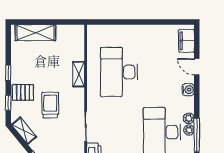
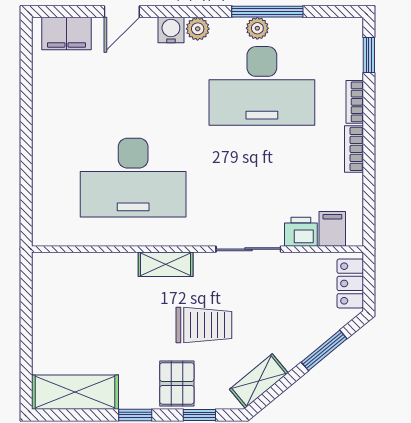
shelving: (35, 33) -> (75, 392), moved, turned 90
shelving: (79, 74) -> (166, 264), moved
trolley: (50, 105) -> (204, 325), turned 180
plant: (189, 118) -> (198, 29), moved

